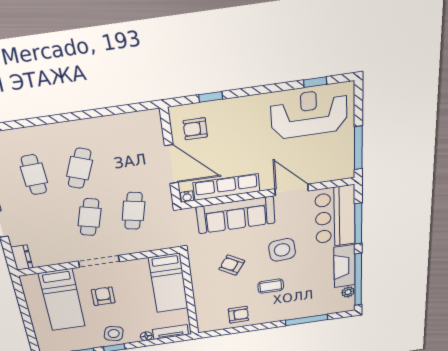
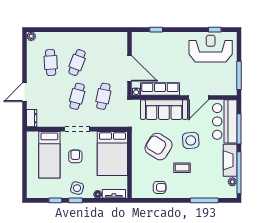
armchair: (195, 129) -> (146, 48), removed
door: (292, 190) -> (199, 97), swing flipped
armchair: (232, 265) -> (159, 147), width x1.88, depth x1.88
bed: (168, 283) -> (112, 154), width x1.50

